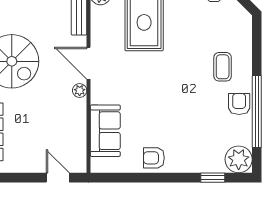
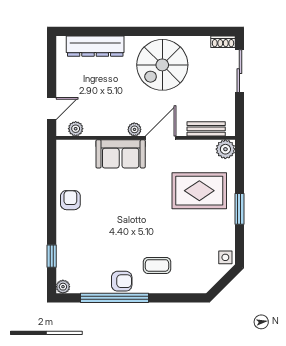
sofa: (105, 131) -> (121, 154), moved
plant: (79, 152) -> (76, 129), added
plant: (239, 159) -> (63, 287), width x0.53, depth x0.53

